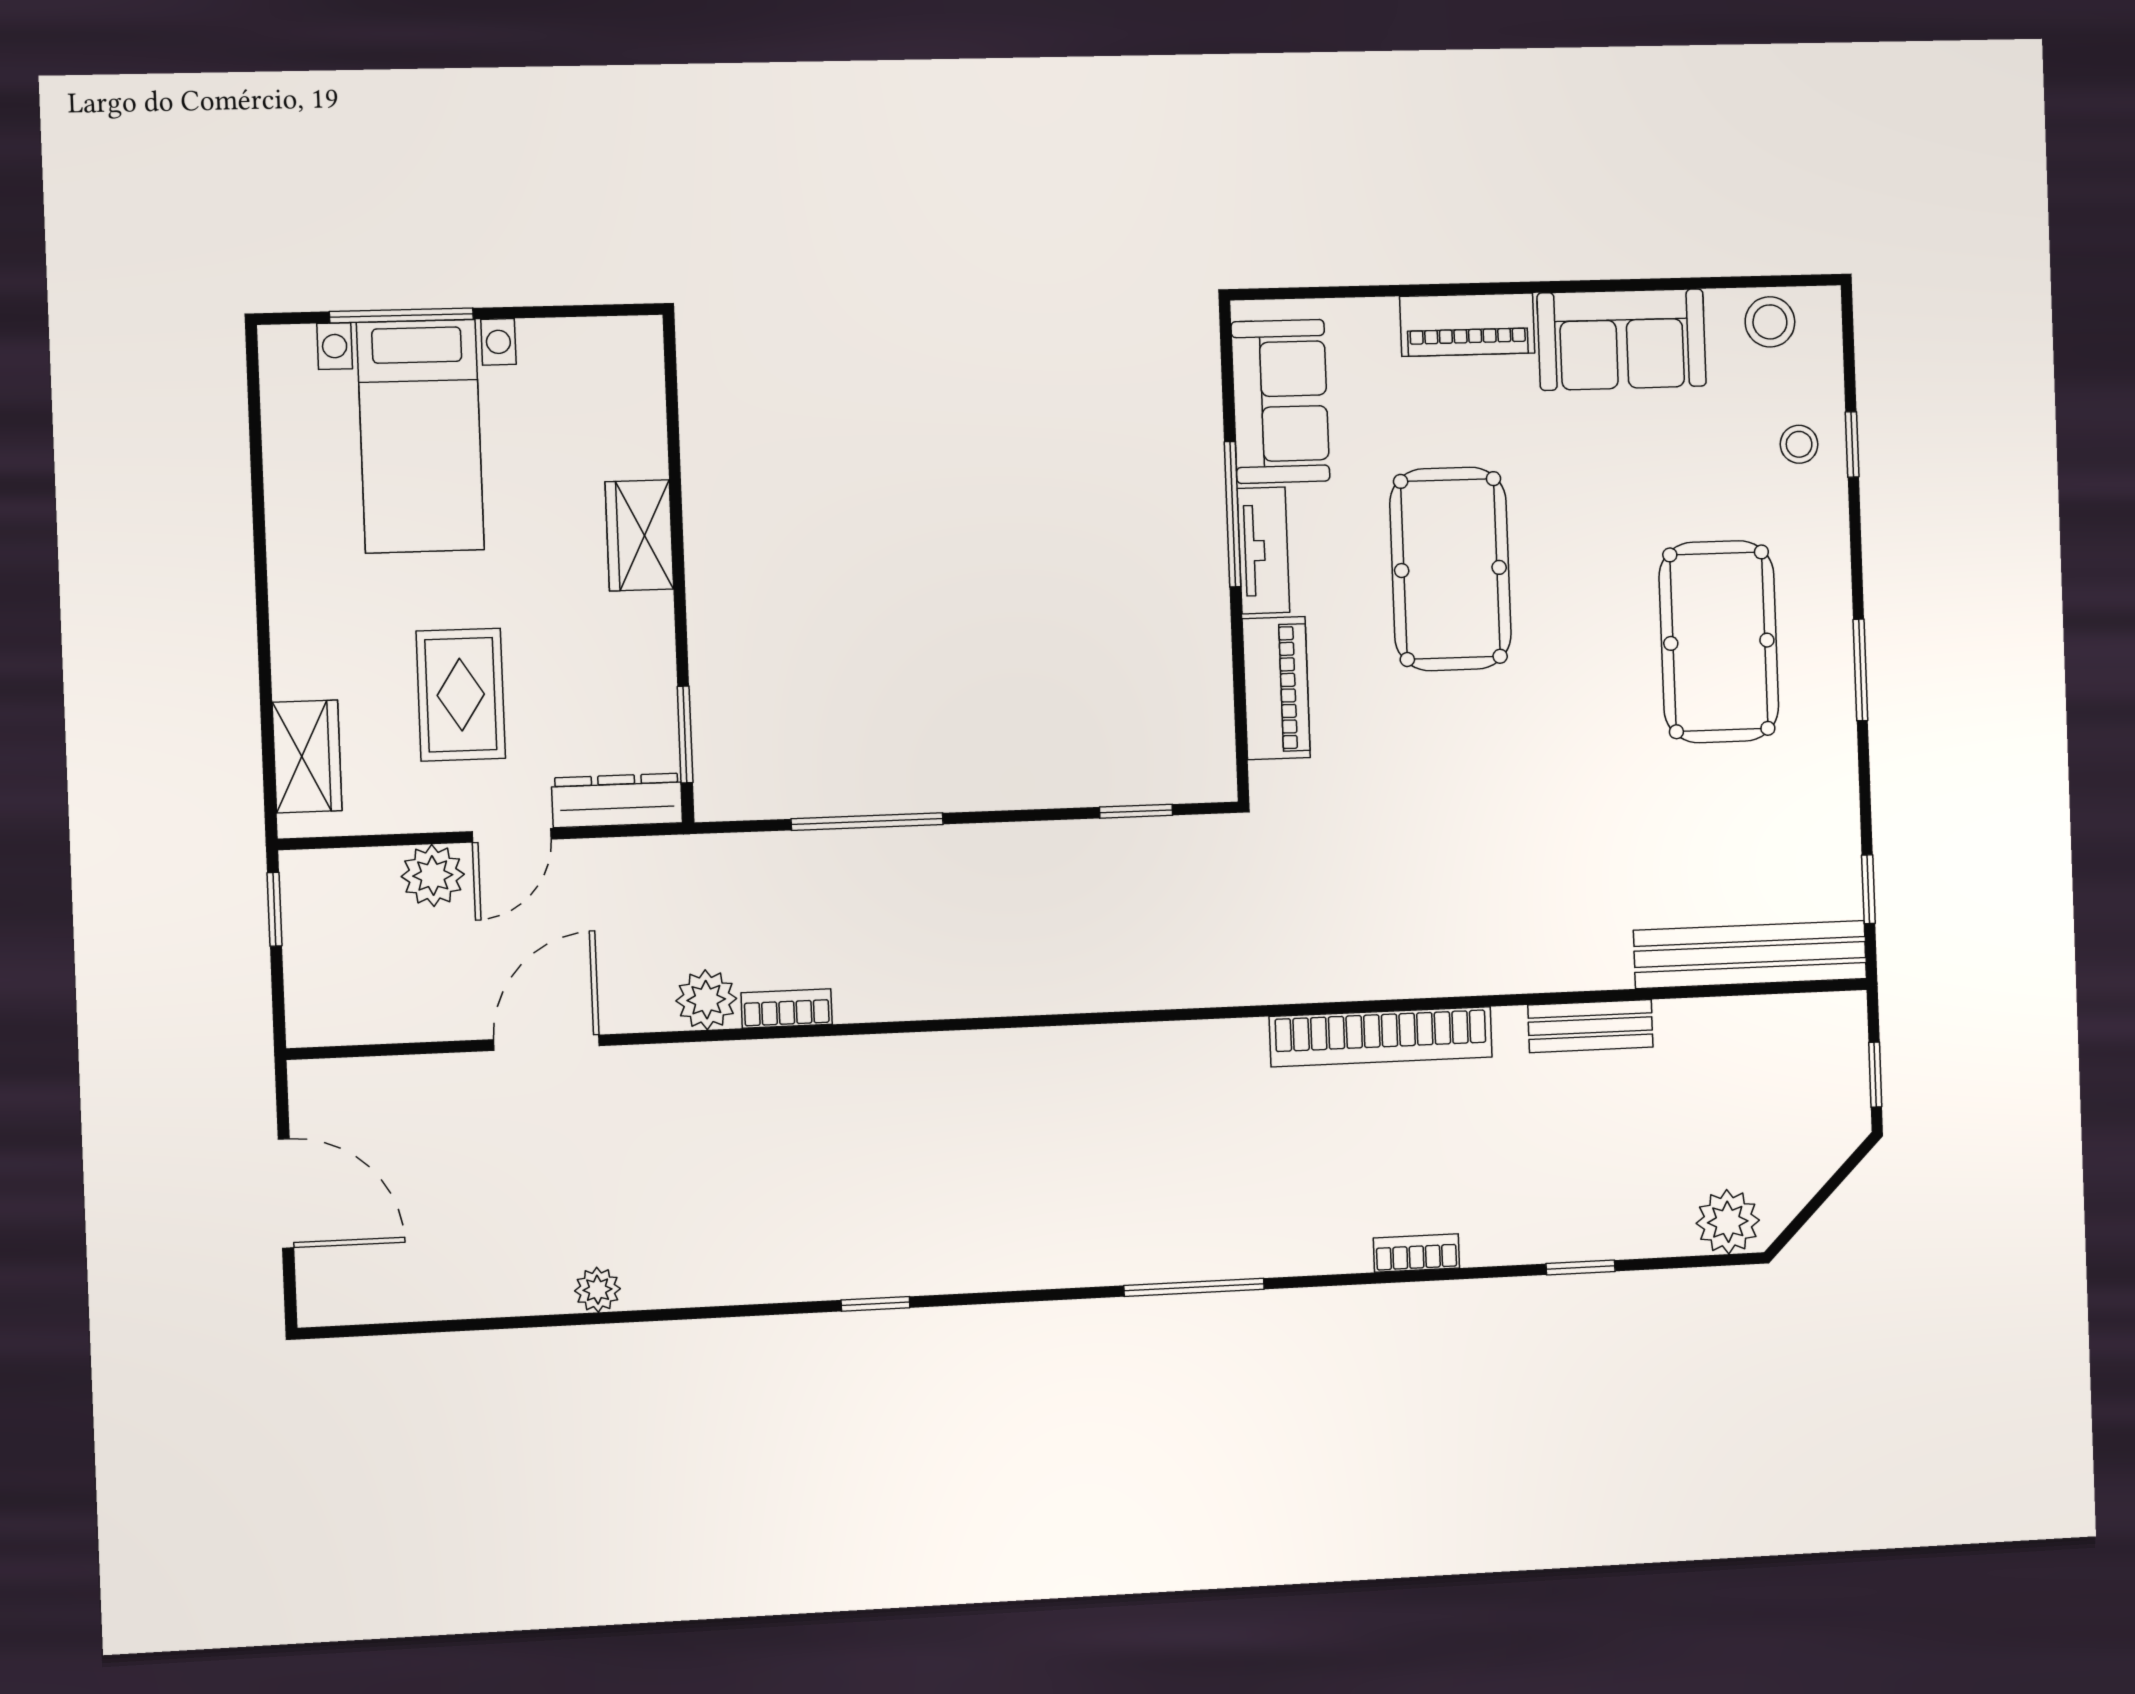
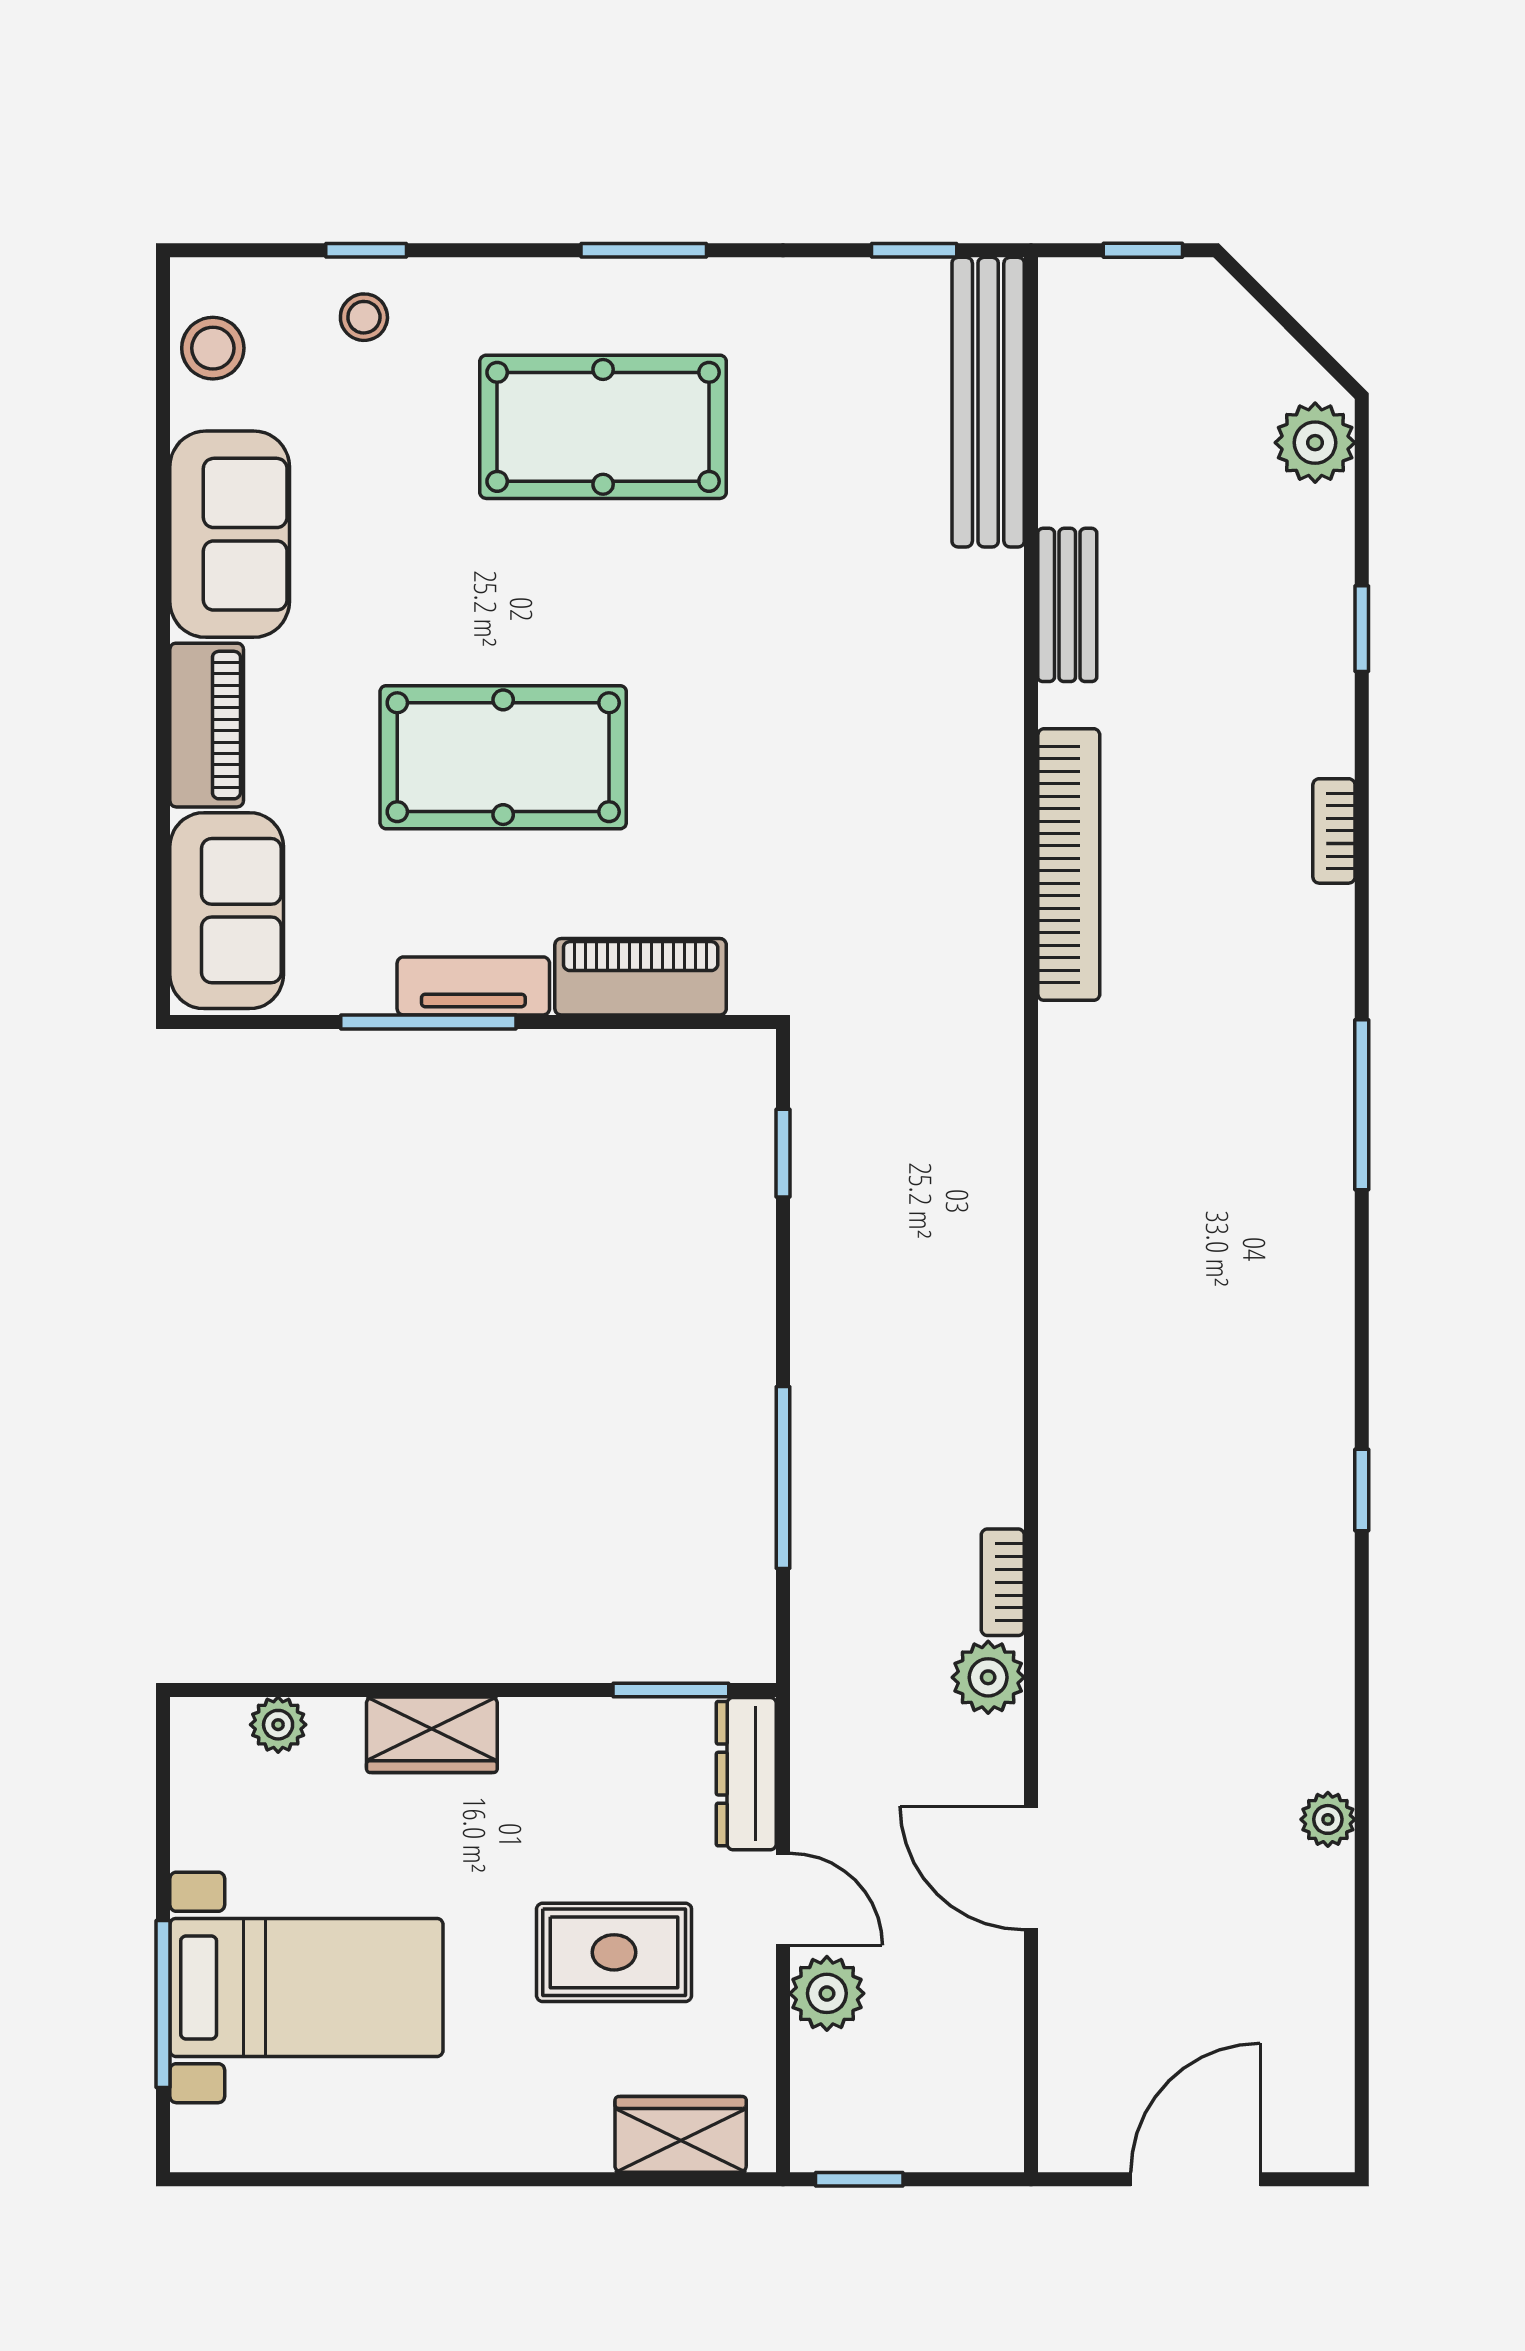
sofa: (1280, 401) -> (227, 911), moved, turned 90
plant: (643, 406) -> (278, 1725), added

